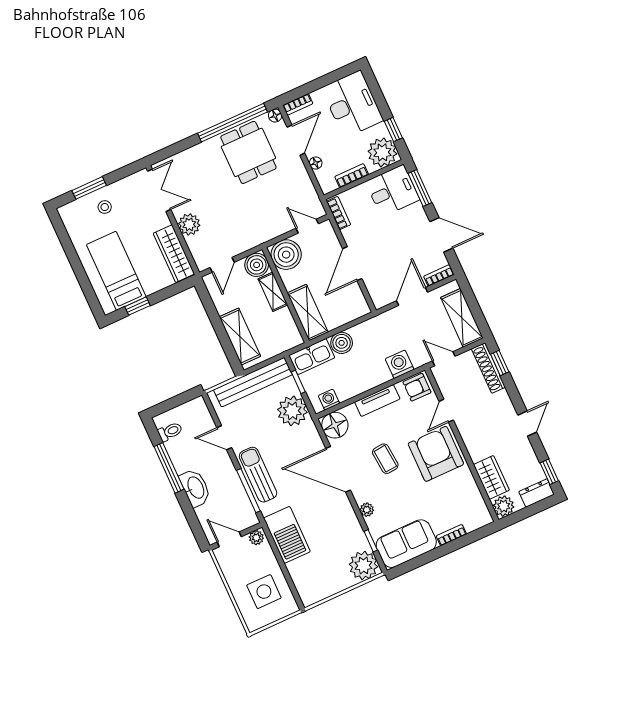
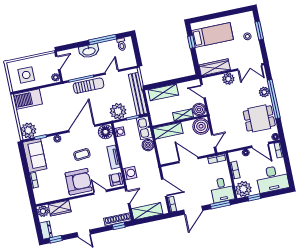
window: (232, 123) -> (274, 99), moved
plant: (199, 154) -> (264, 92), added
barbecue: (287, 535) -> (27, 99), moved

